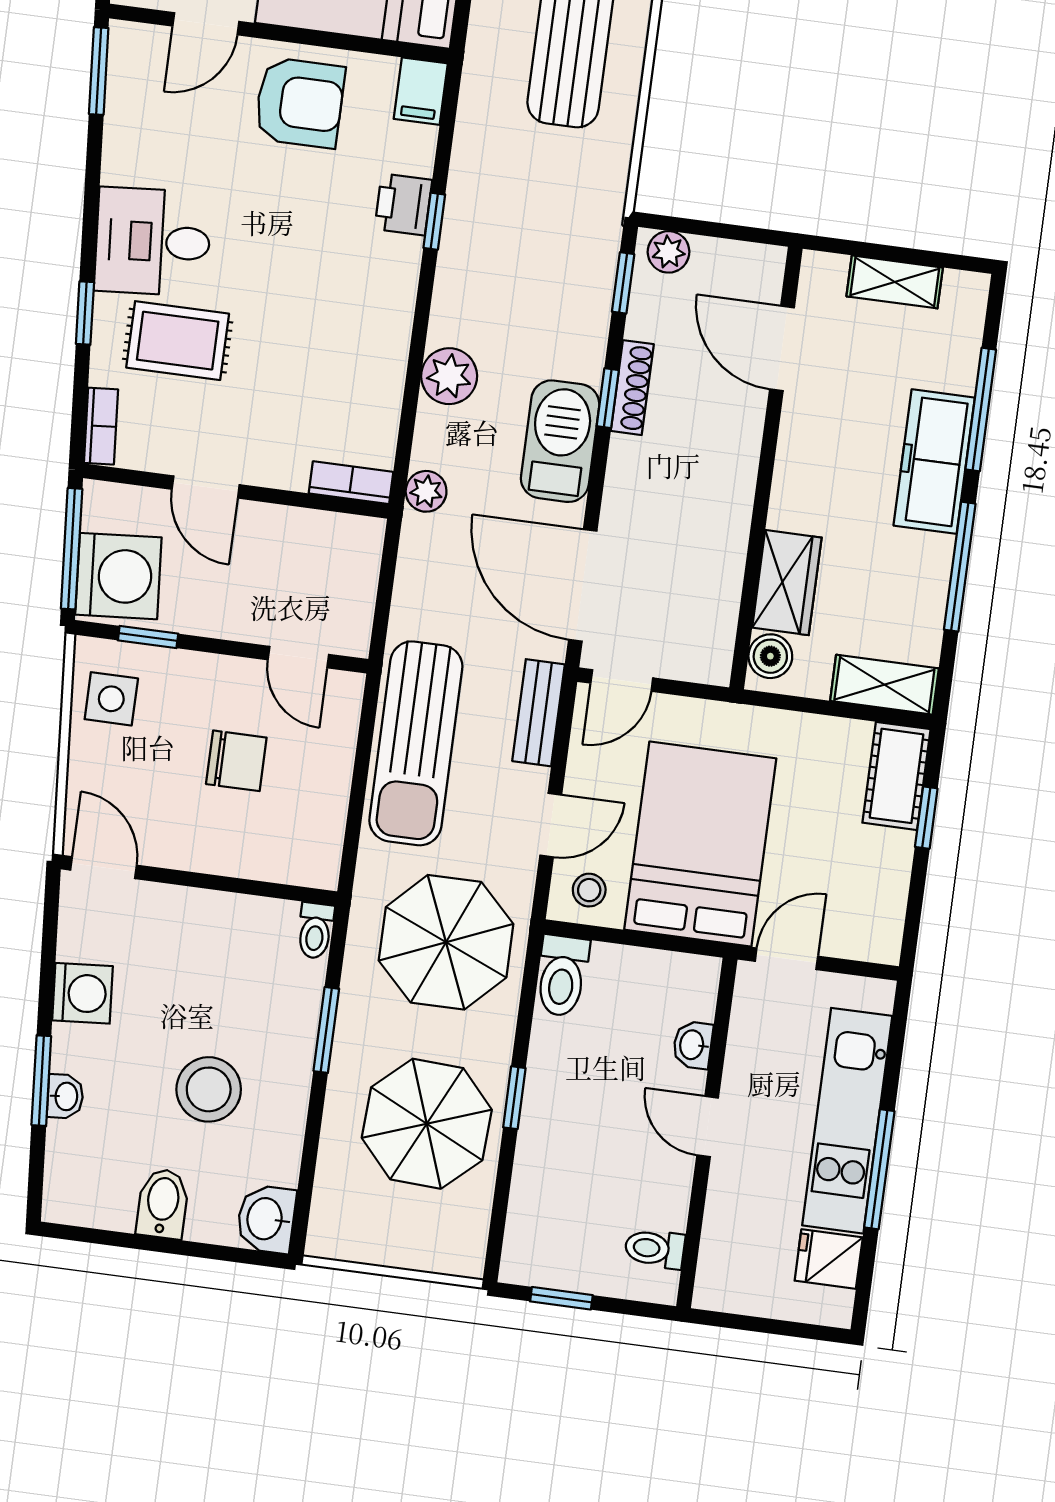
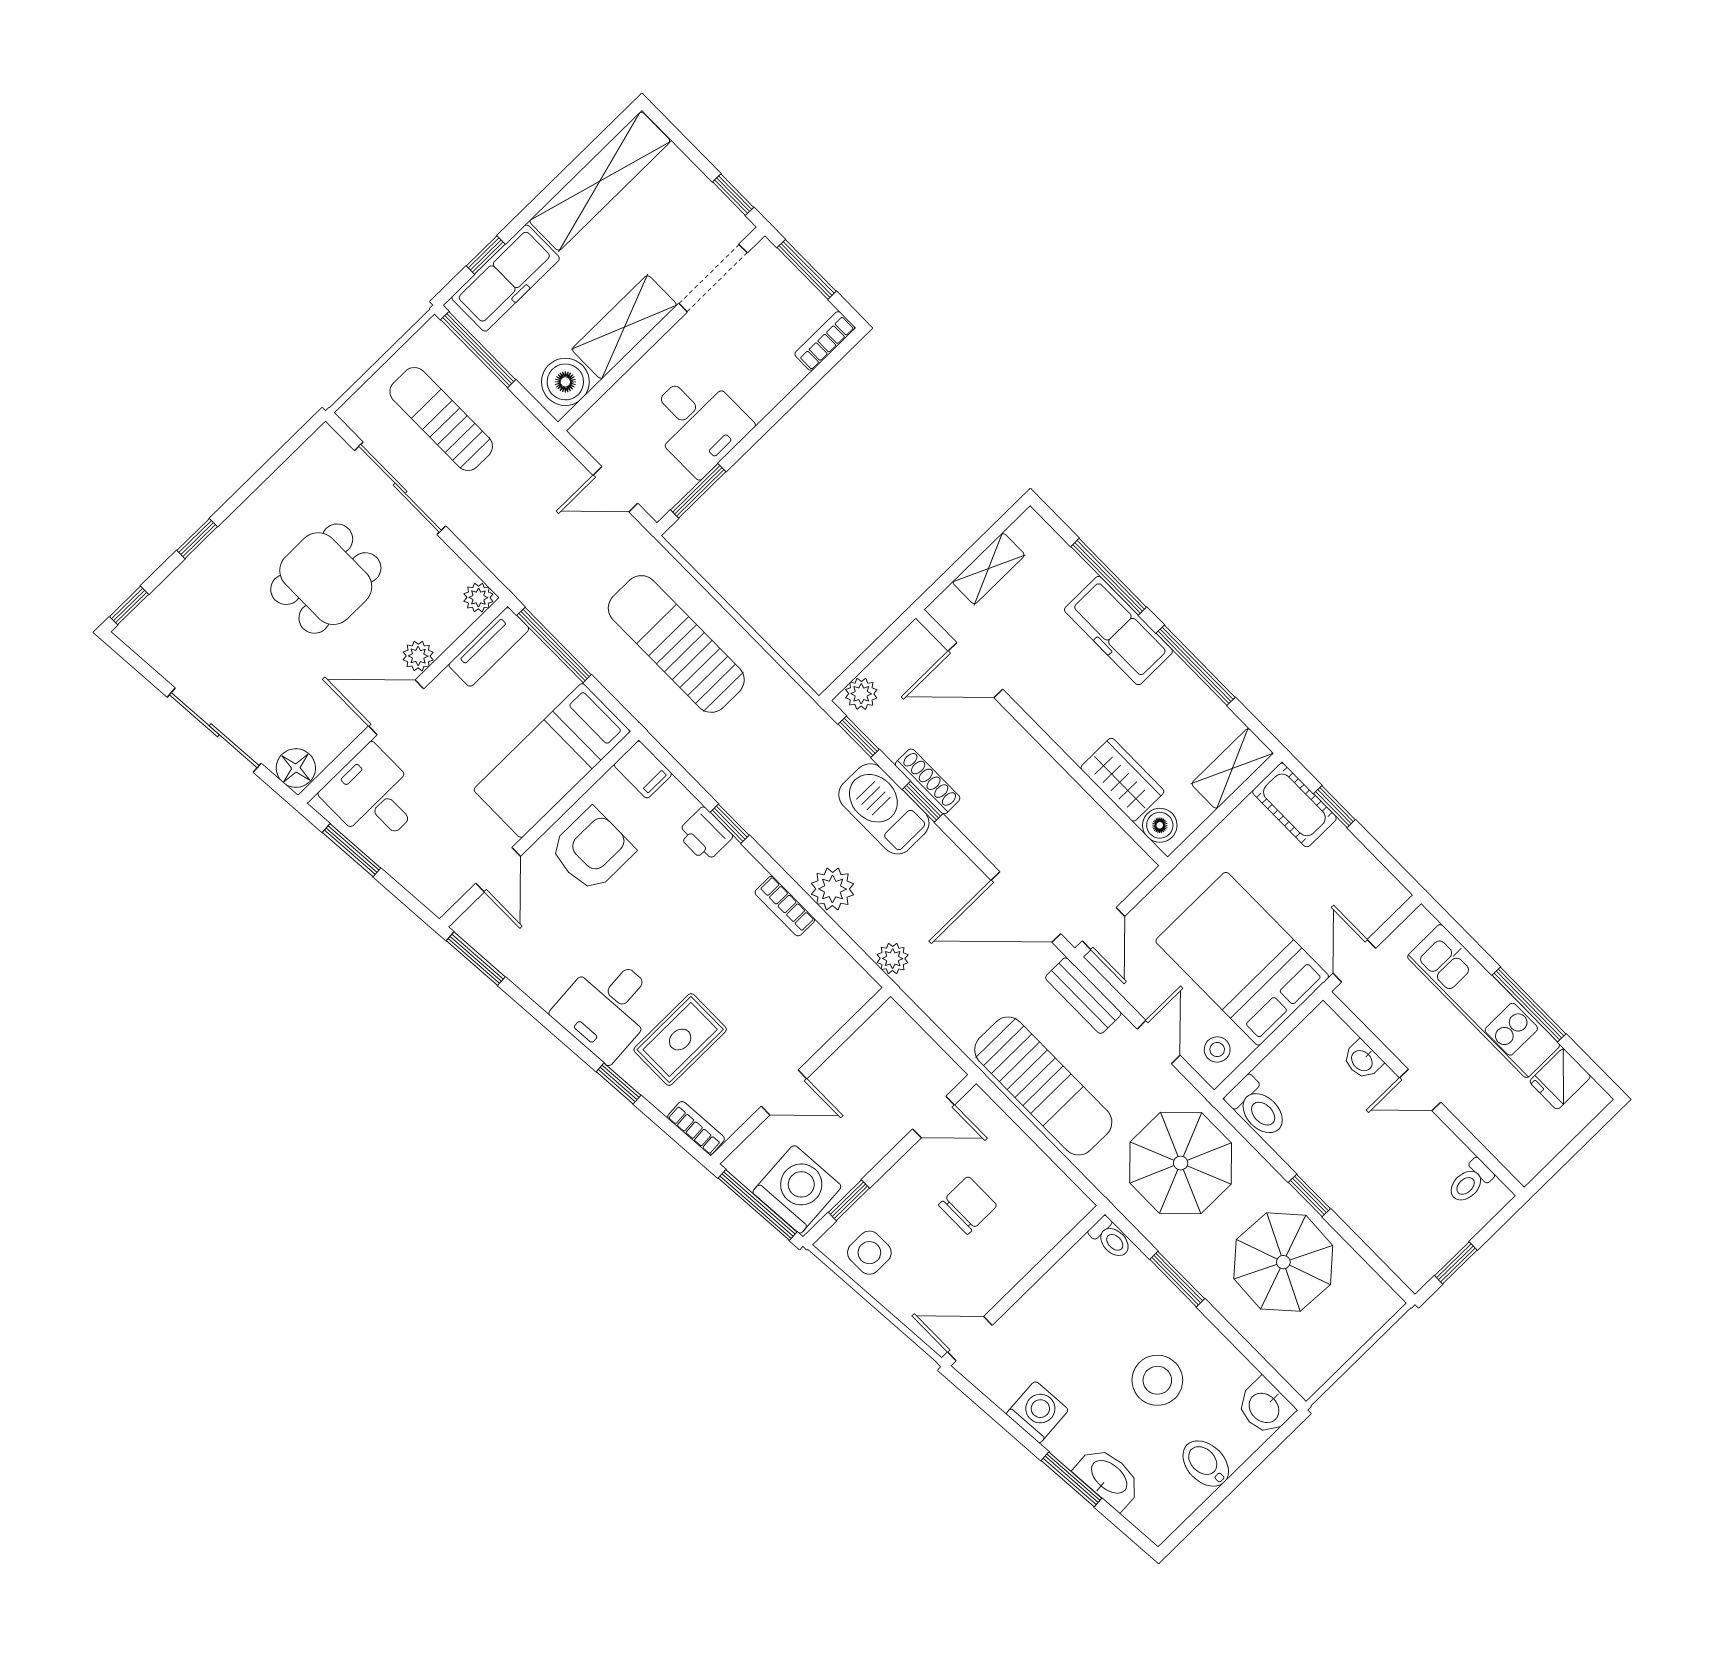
barbecue: (560, 441) -> (884, 809), moved
bookcase: (351, 483) -> (785, 906), moved, turned -90
washbasin: (65, 1096) -> (1108, 1478), width x1.91, depth x1.45

